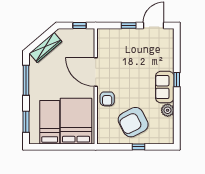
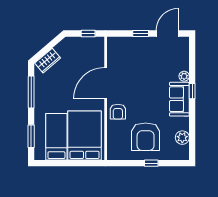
wardrobe: (46, 47) -> (48, 61), width x0.67
plant: (169, 66) -> (184, 76), added
door: (96, 72) -> (106, 83), hinge flipped
plant: (168, 110) -> (182, 138), moved
armchair: (133, 122) -> (146, 137), turned -63

